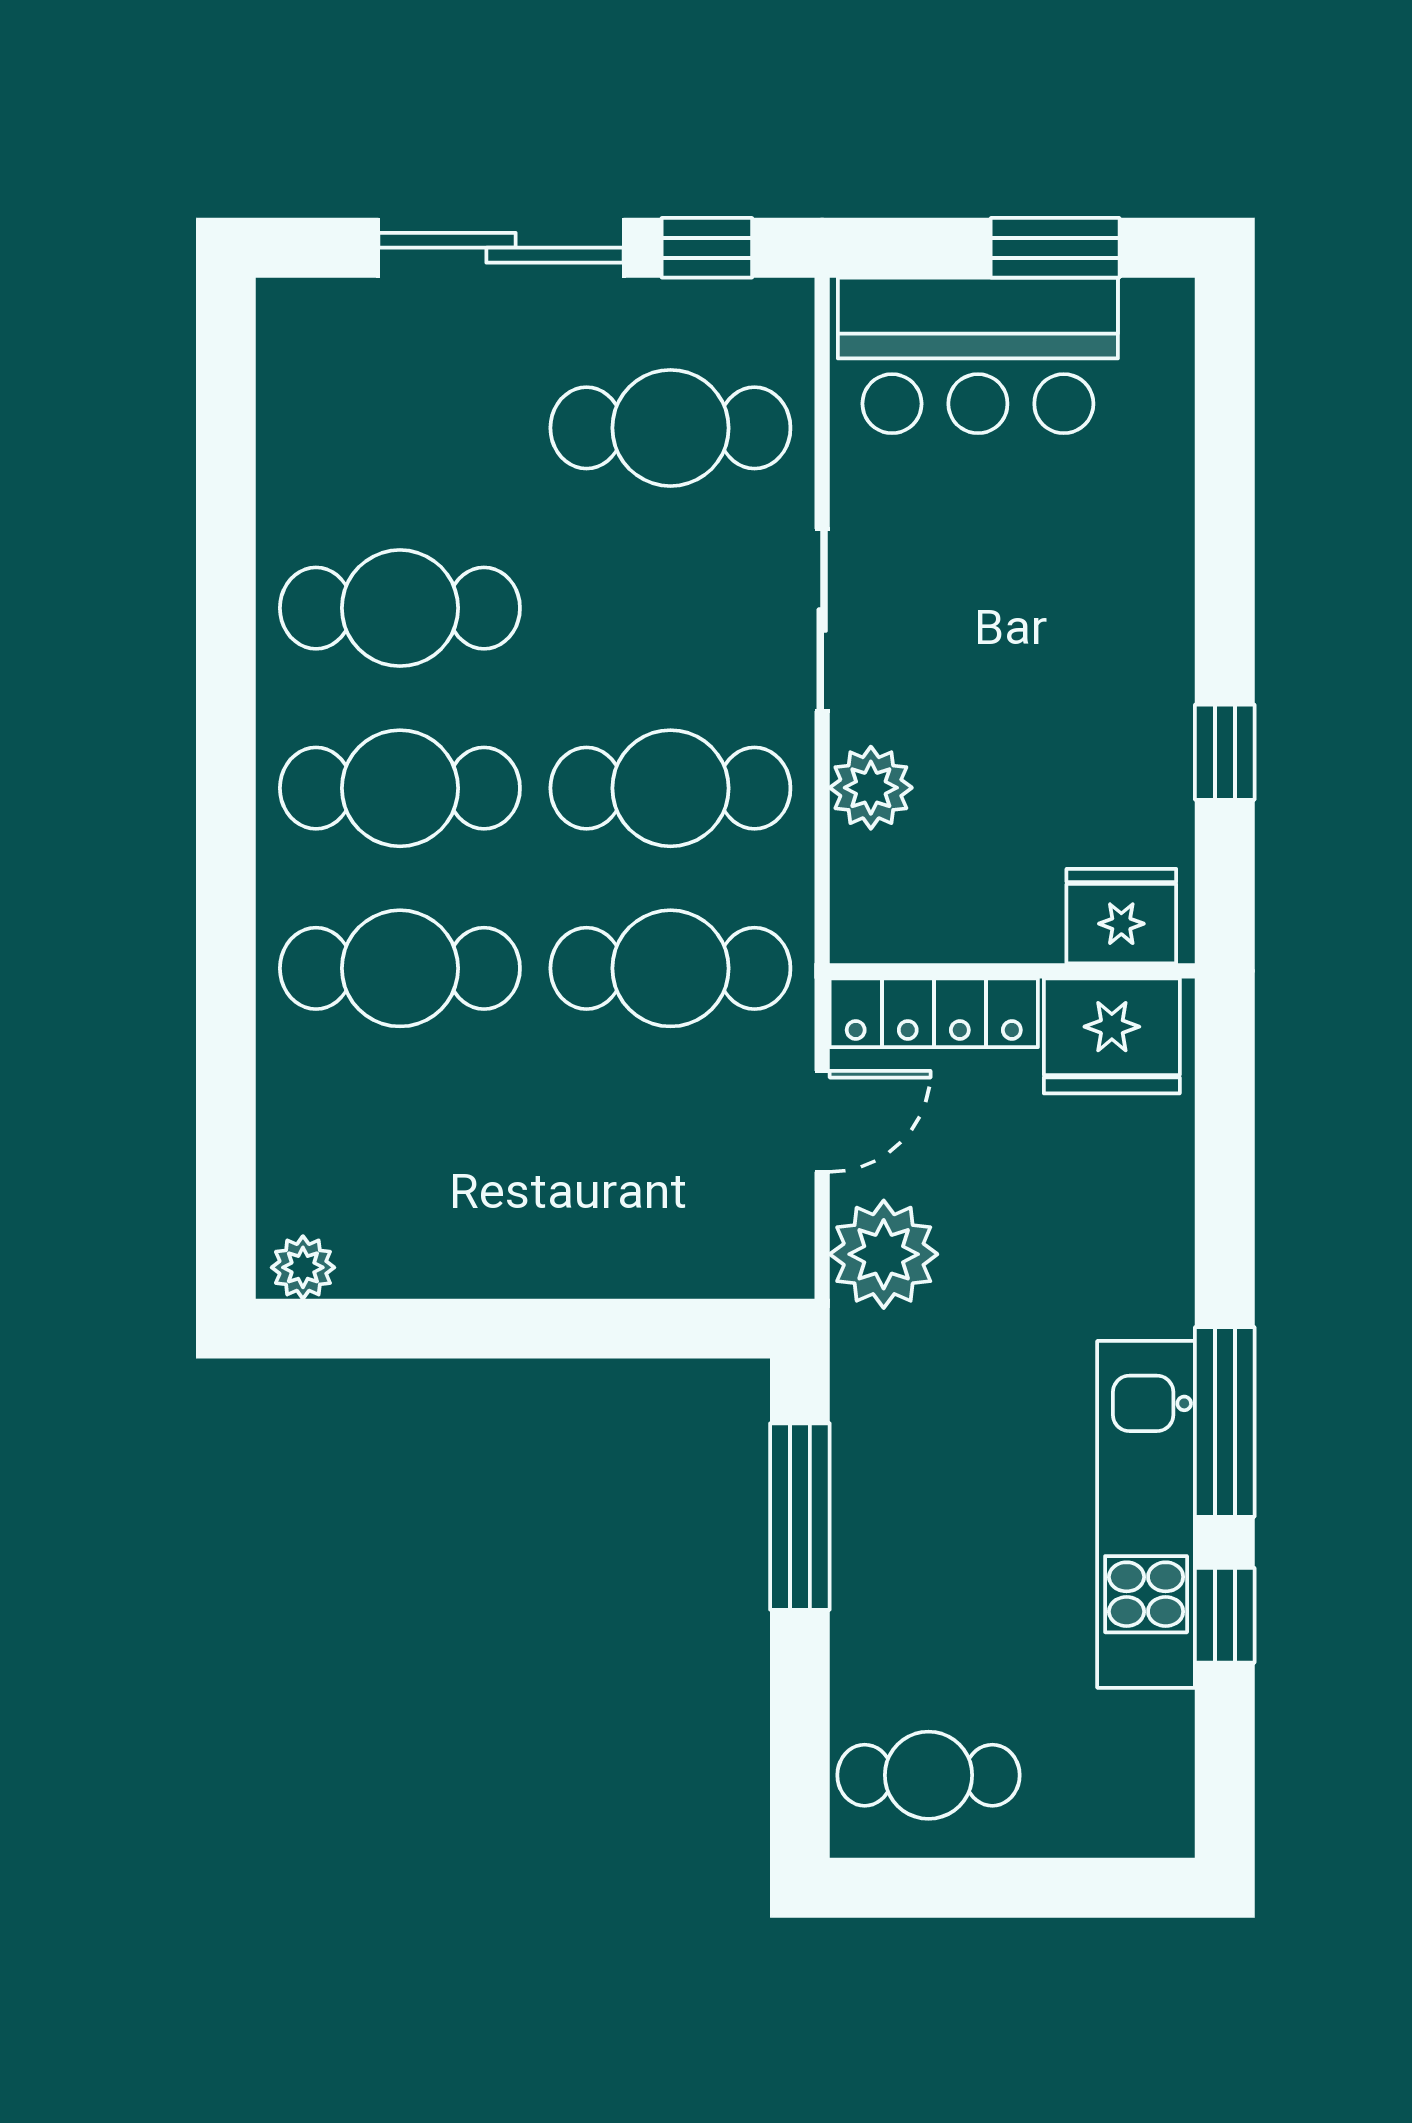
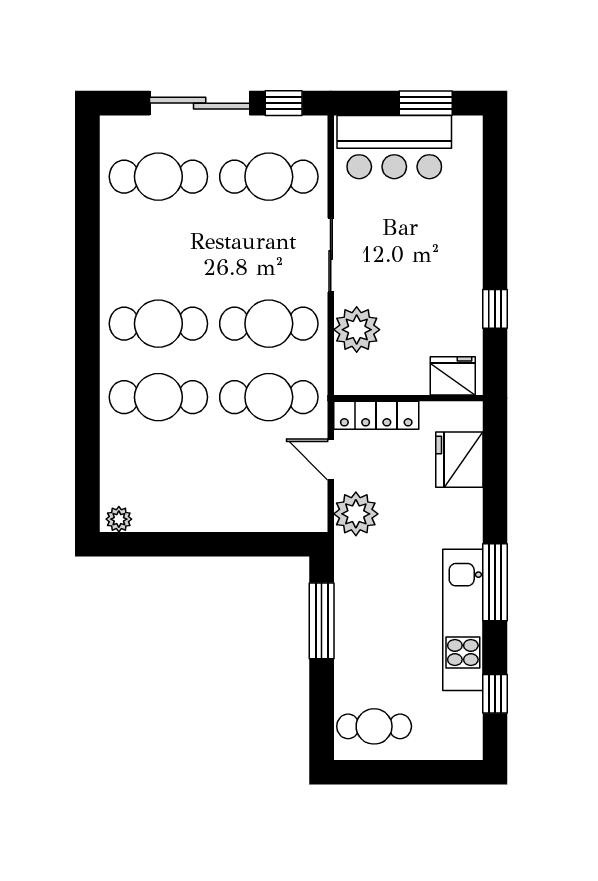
cafe table: (400, 608) -> (158, 177), moved
plant: (871, 788) -> (357, 330), width x1.36, depth x1.36
fridge: (1112, 1036) -> (459, 460), moved, turned 90
door: (822, 1121) -> (331, 460), swing flipped
window: (1225, 1615) -> (495, 694), moved

